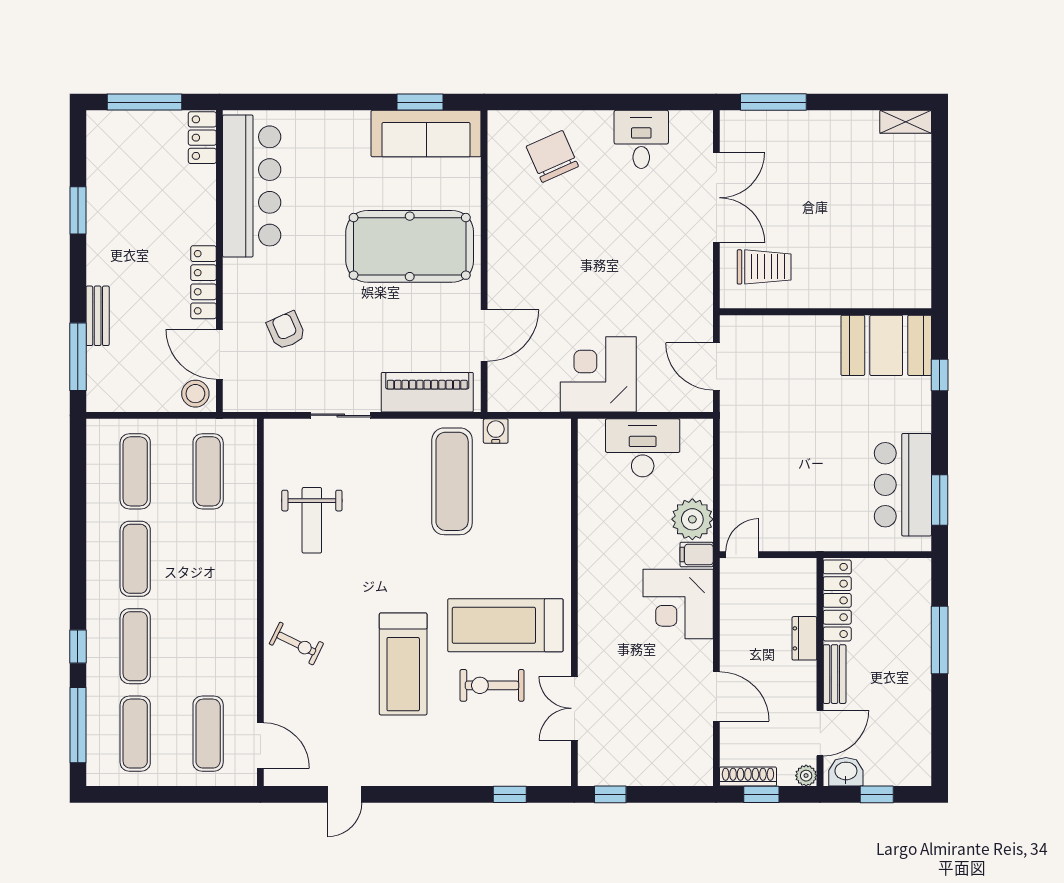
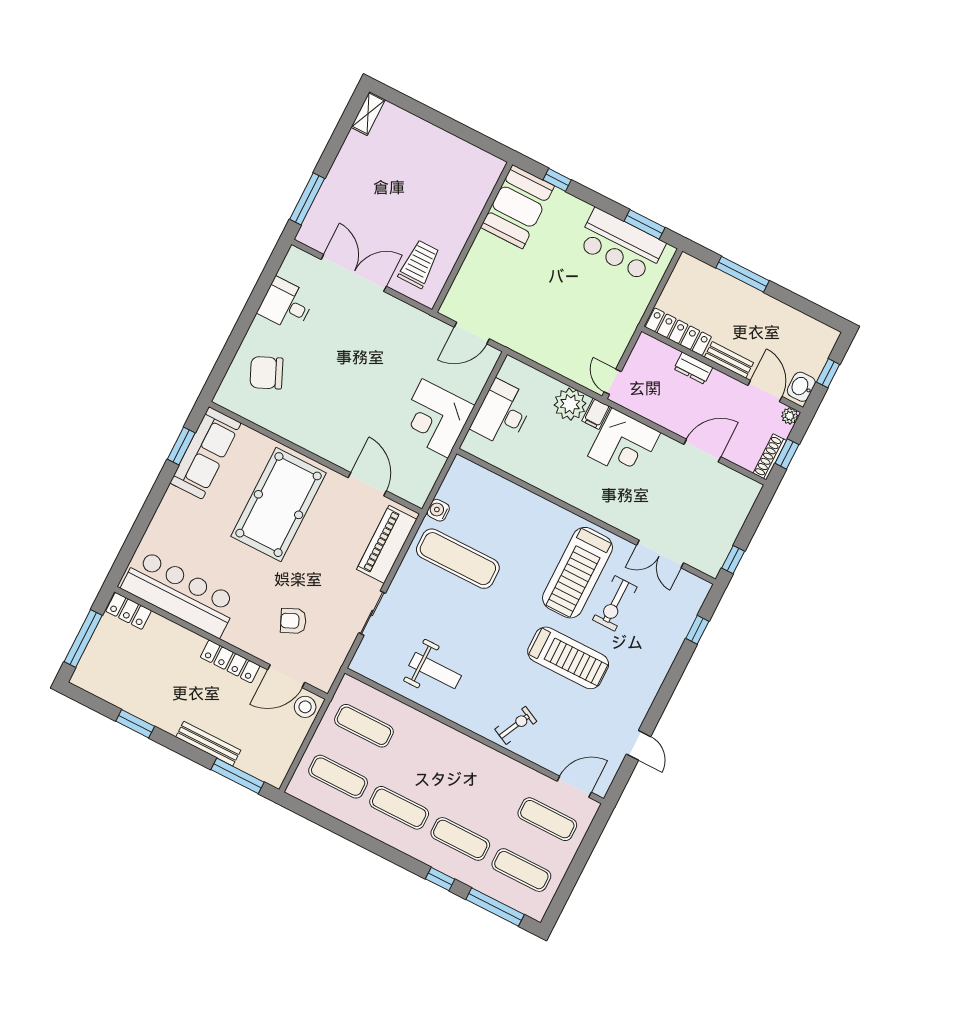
bench: (98, 316) -> (208, 744), width x1.36

